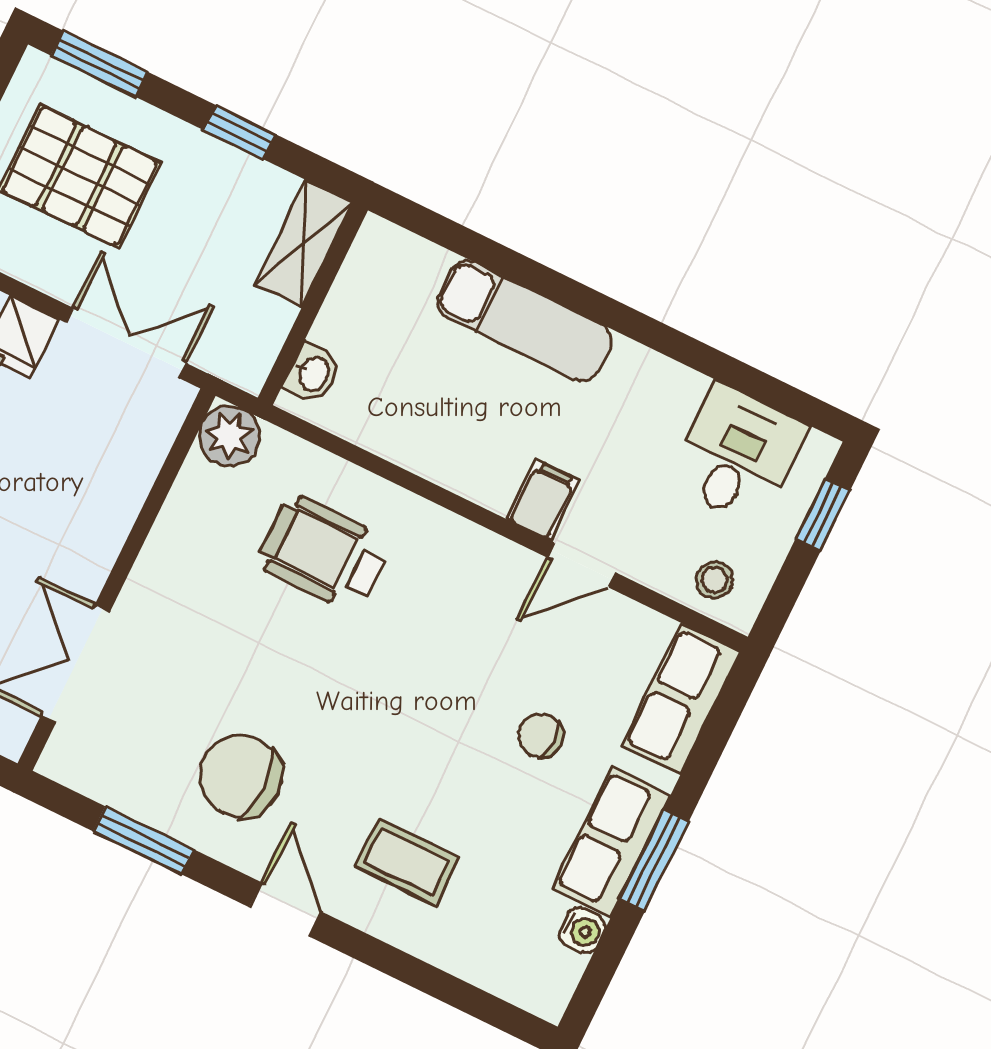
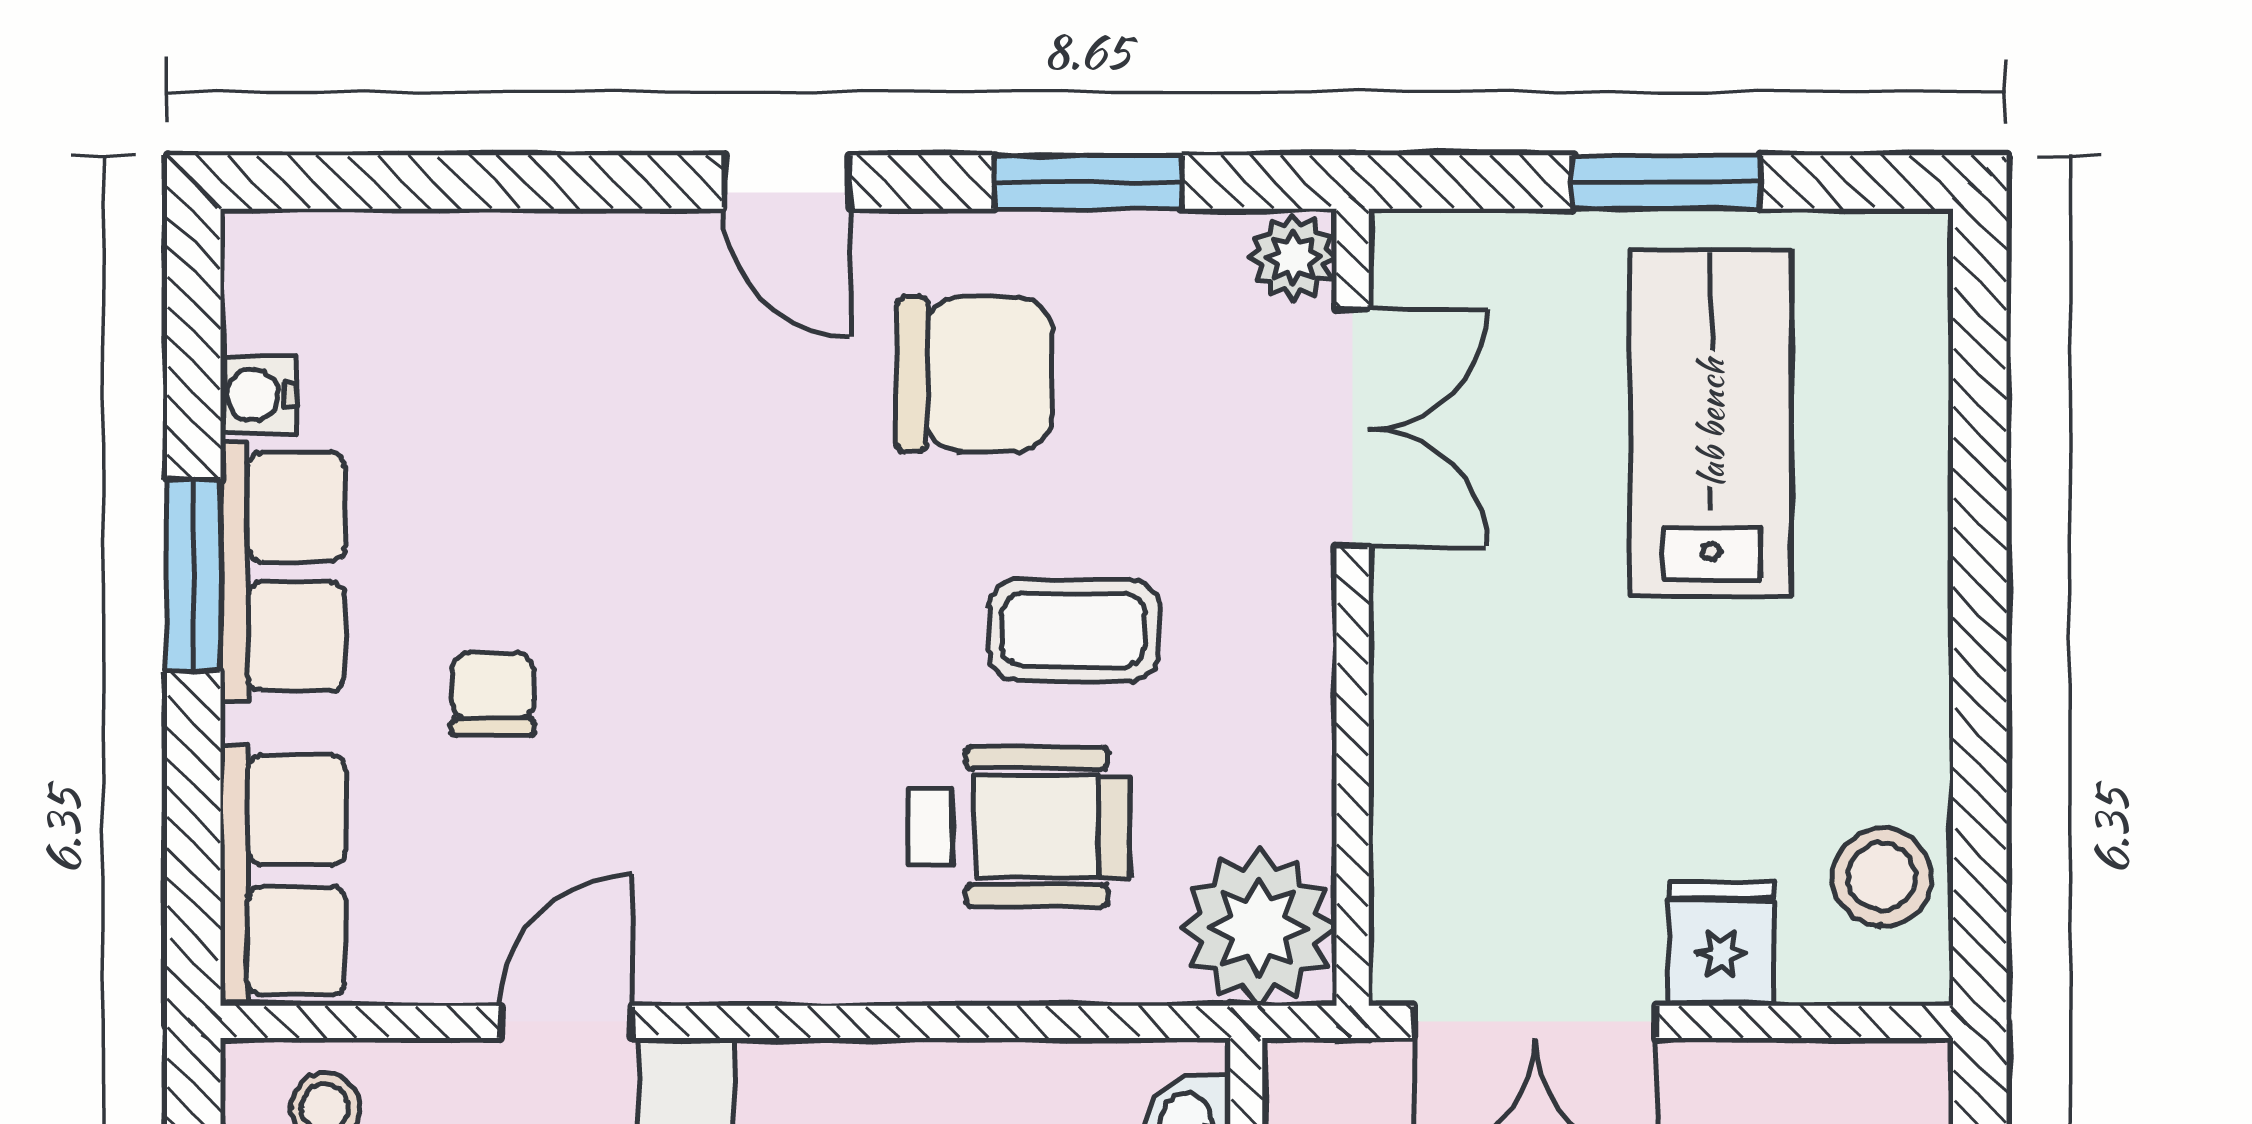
plant: (229, 436) -> (1258, 928), width x1.36, depth x1.36
chair: (541, 736) -> (493, 694), turned -91
plant: (64, 758) -> (1293, 258), added
coffee table: (407, 862) -> (1074, 630), moved

